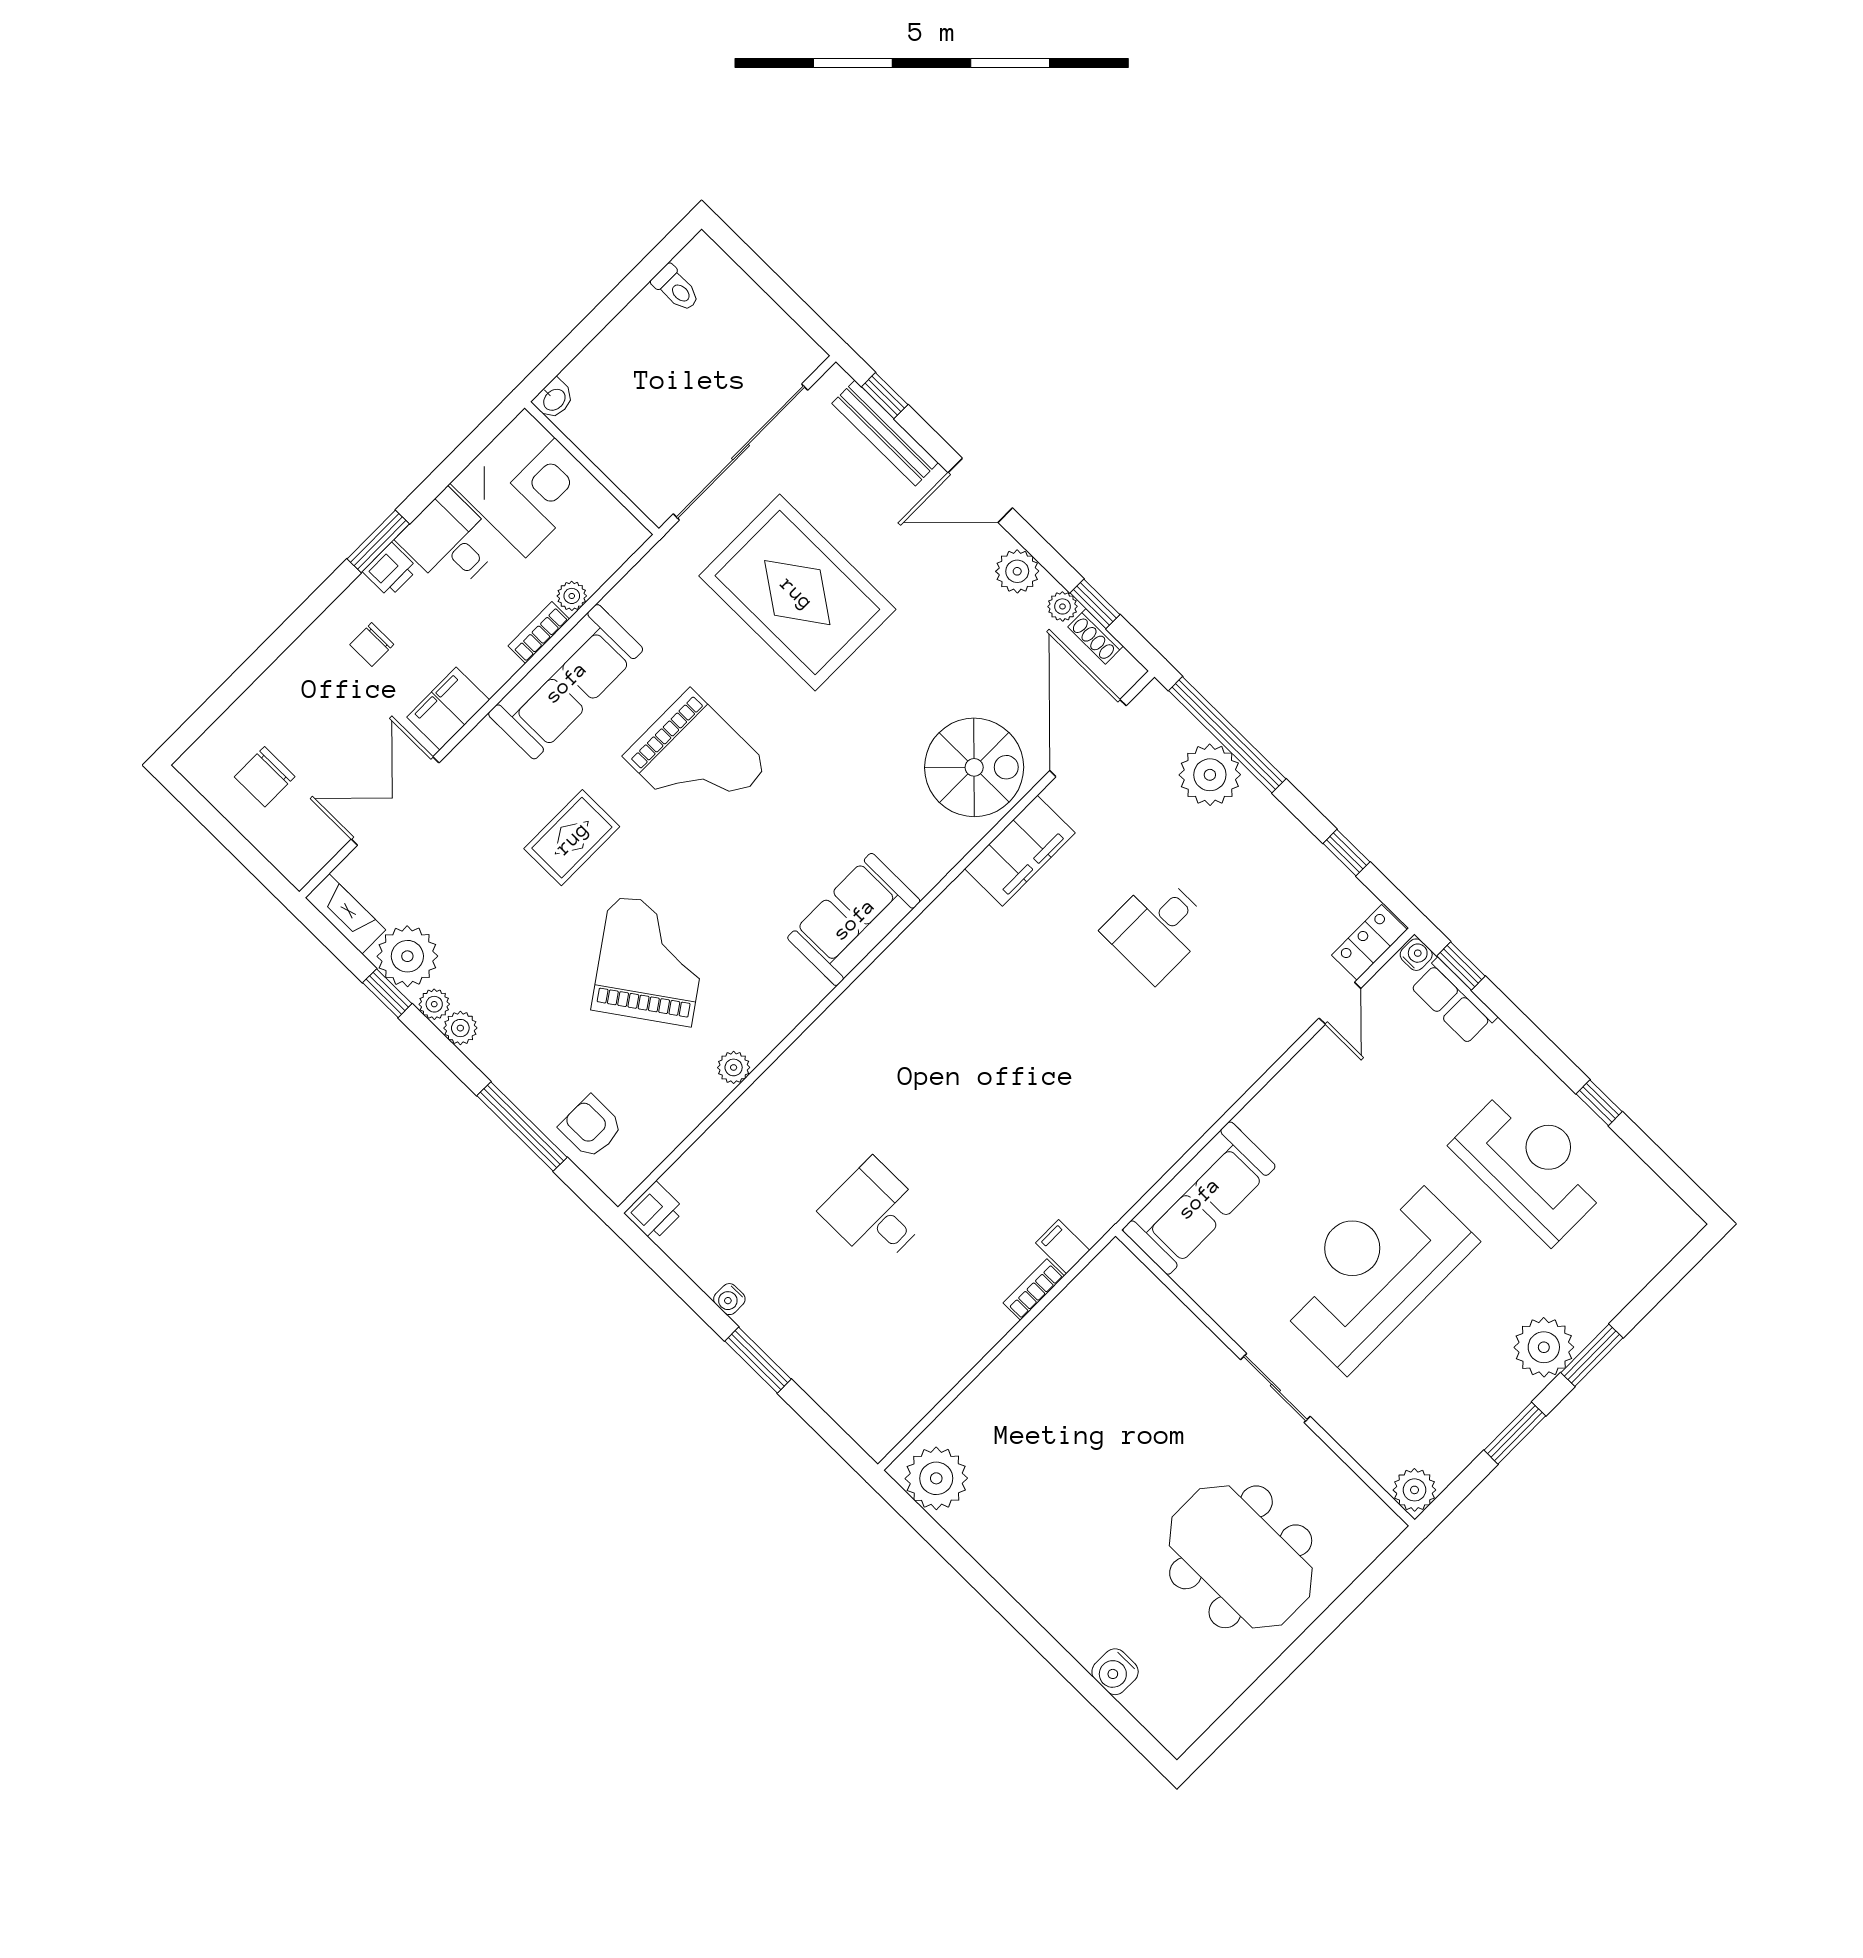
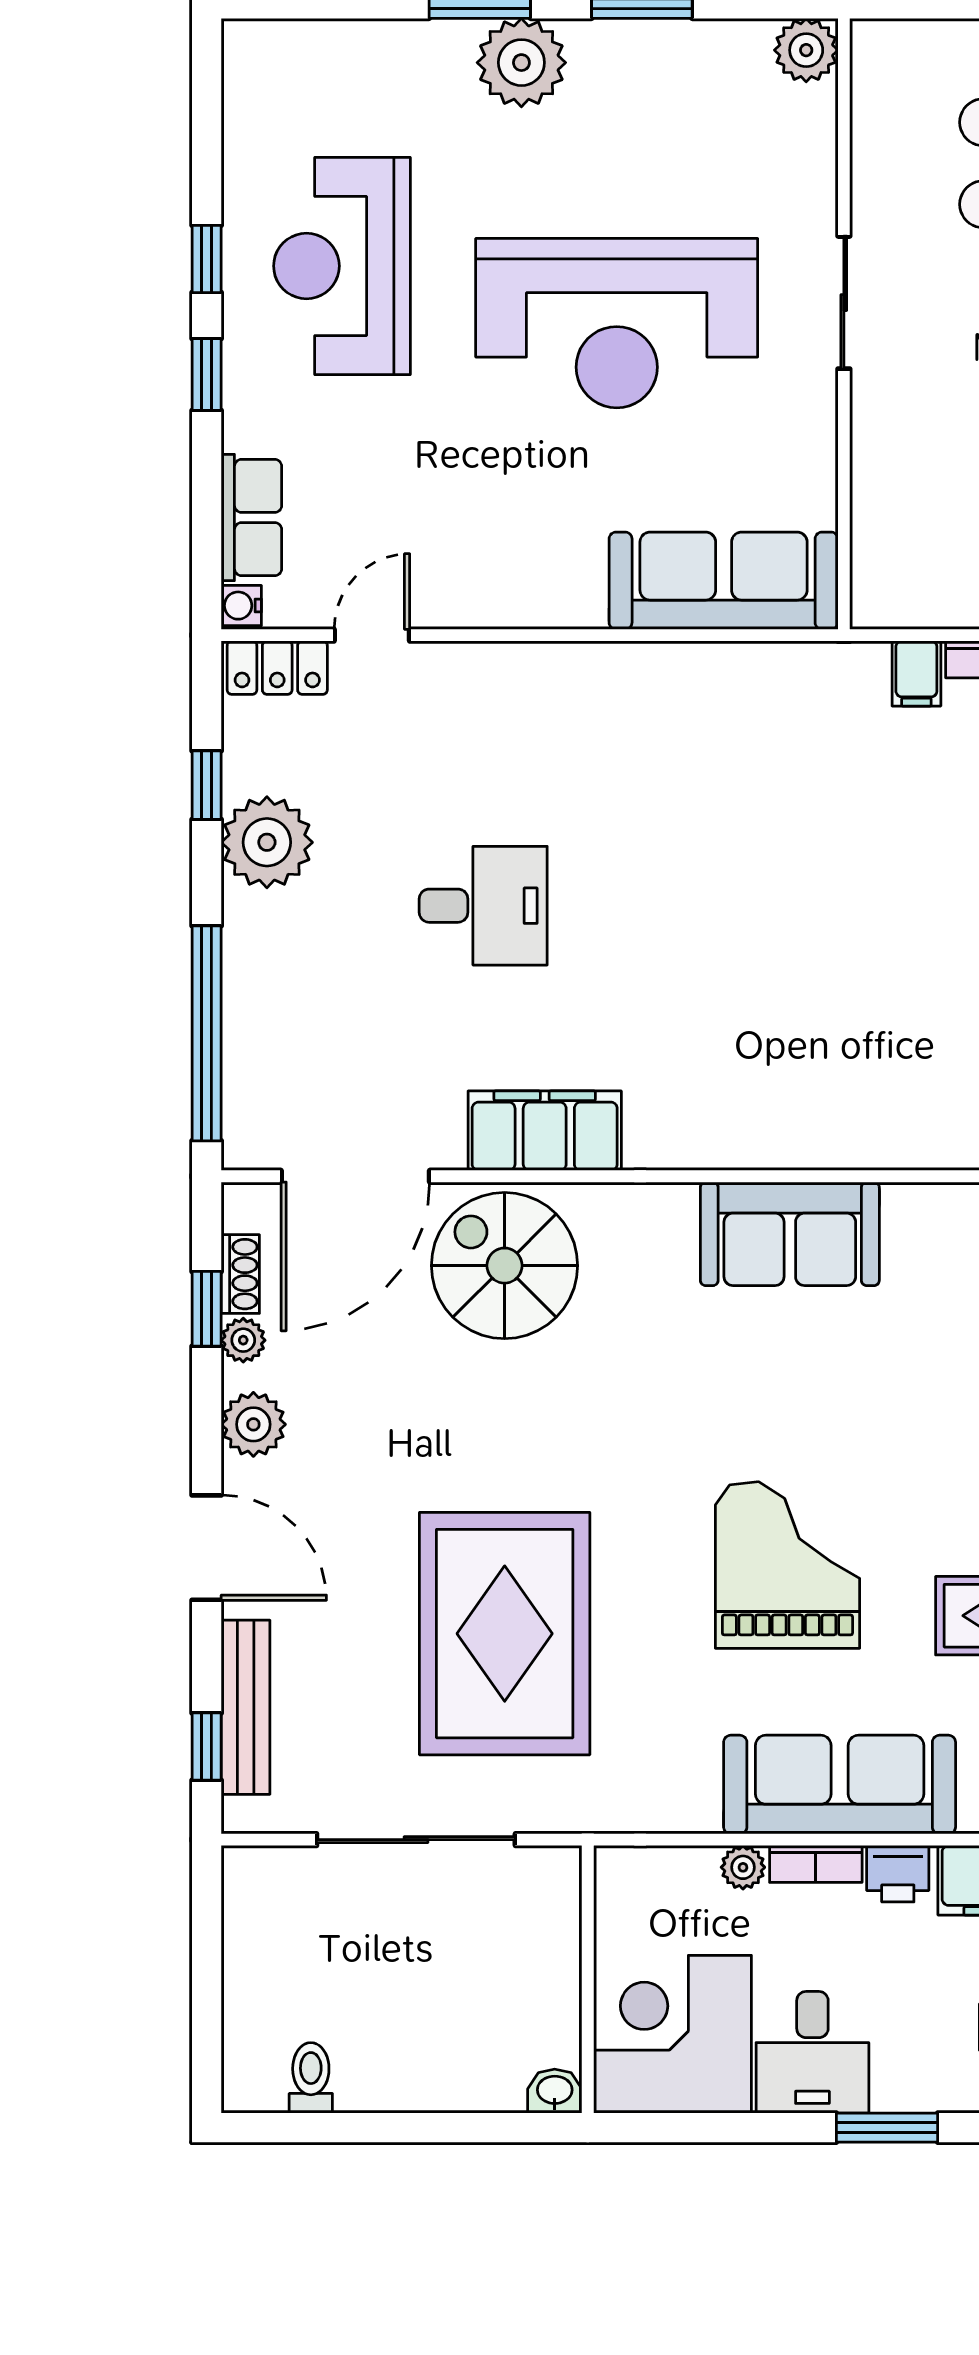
sliding door: (741, 452) -> (416, 1840), width x0.73
printer: (390, 570) -> (898, 1874), moved, turned 180
plant: (1210, 775) -> (267, 842), moved
window: (1461, 966) -> (207, 375), moved

